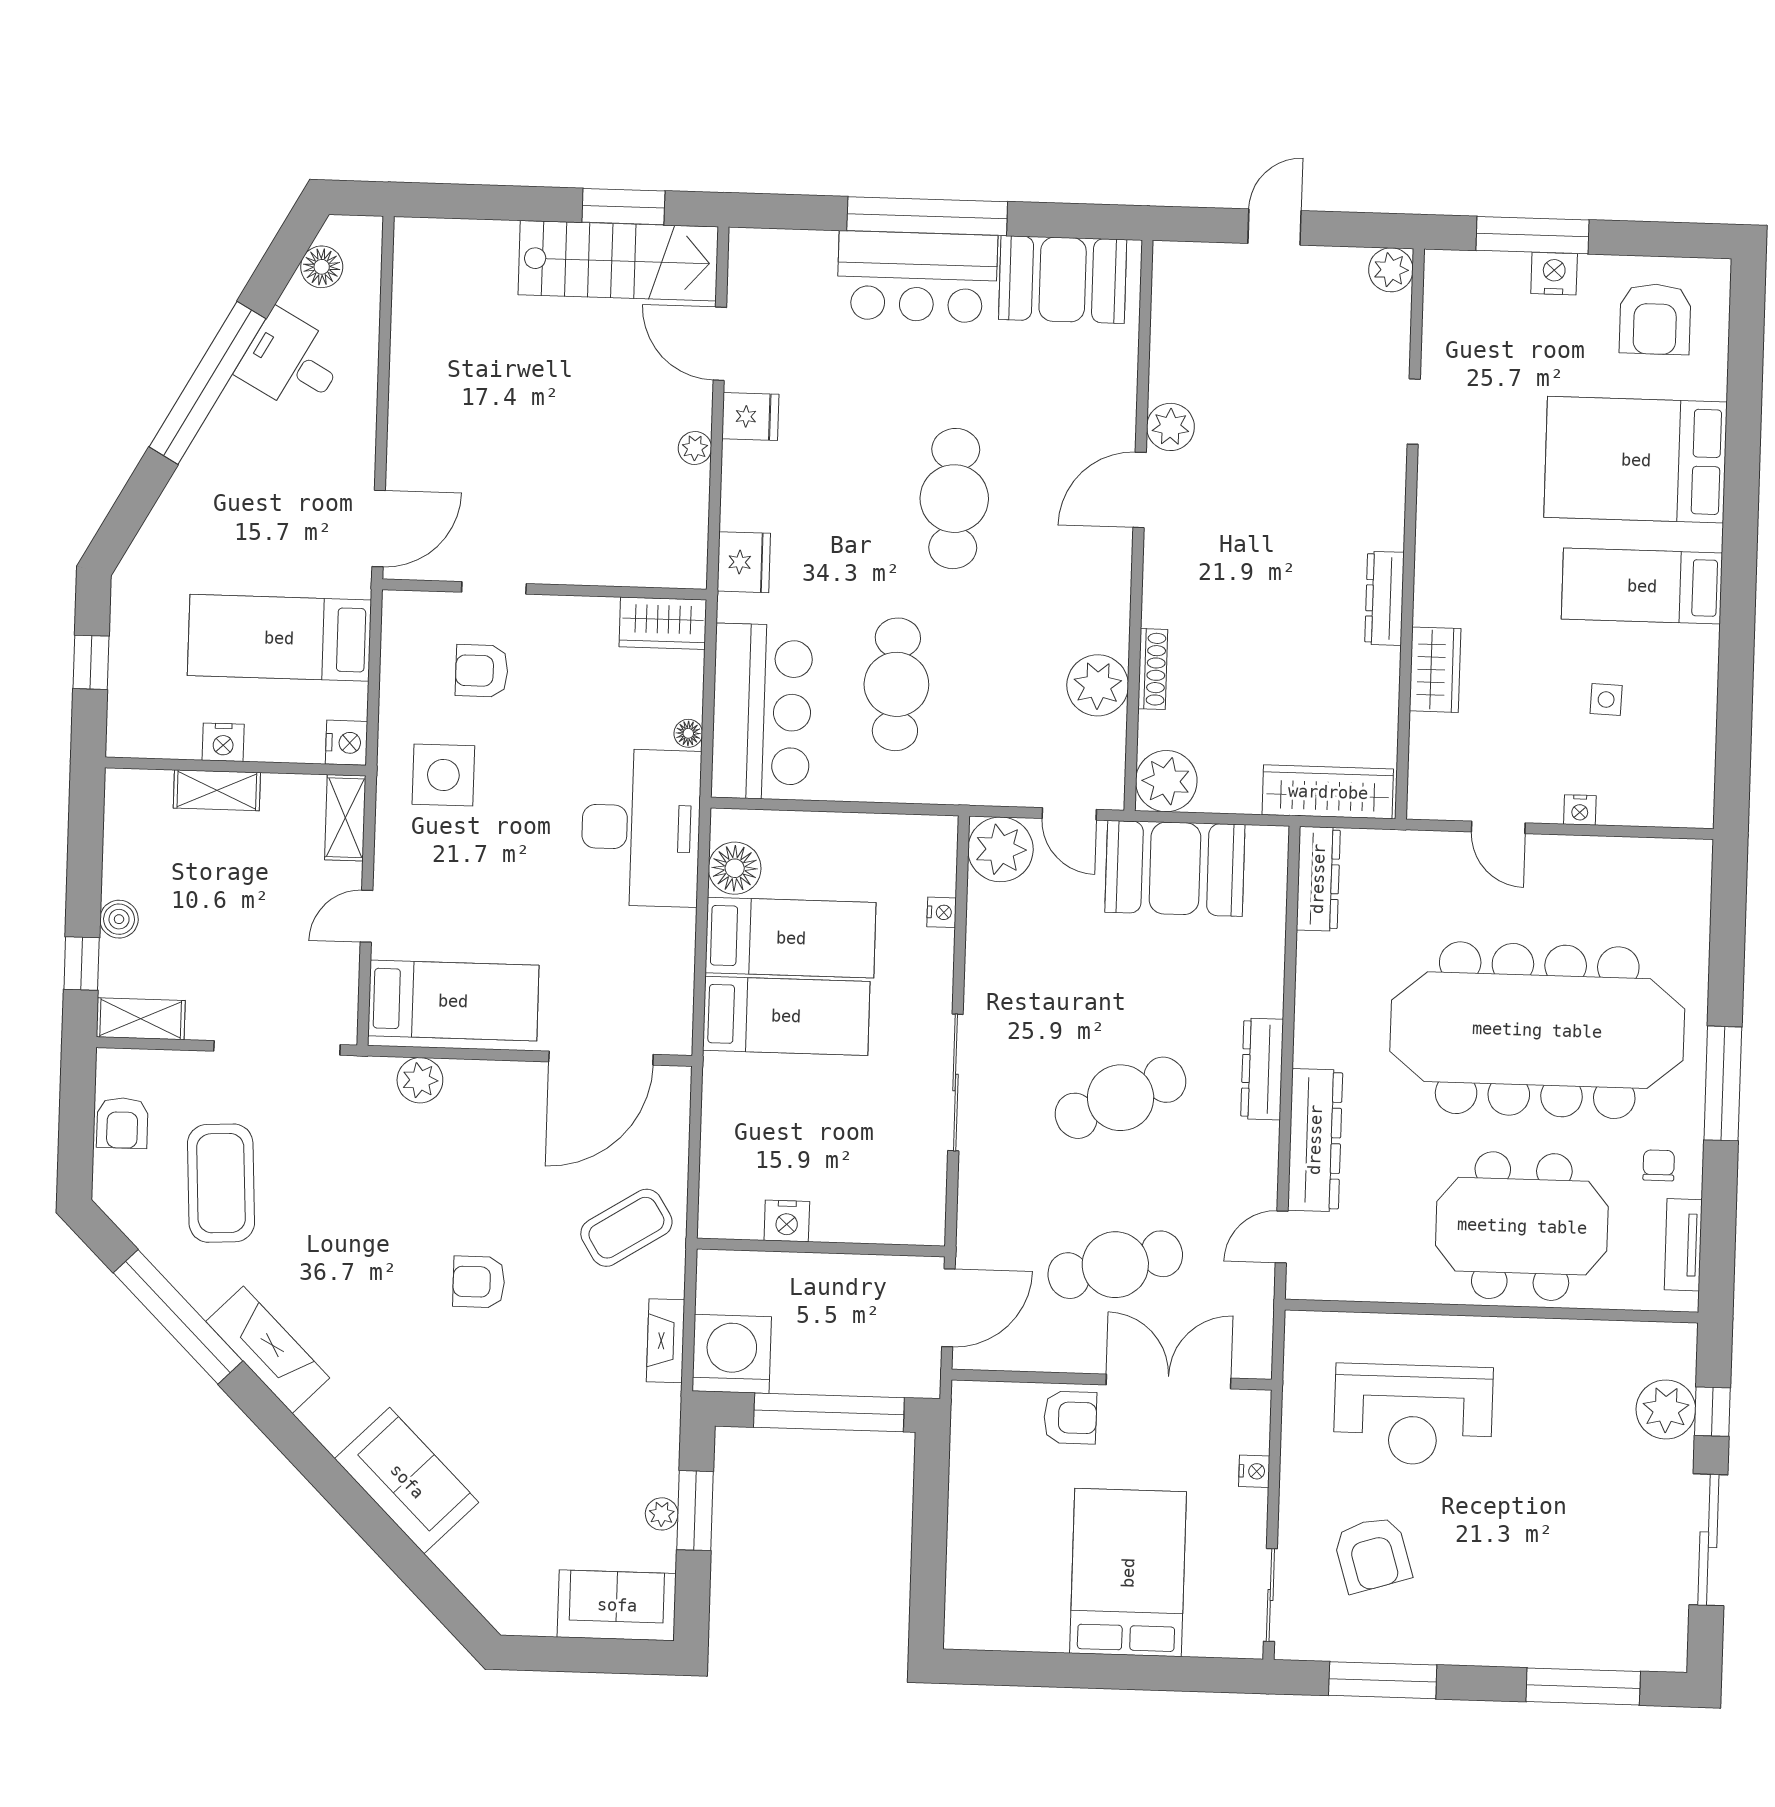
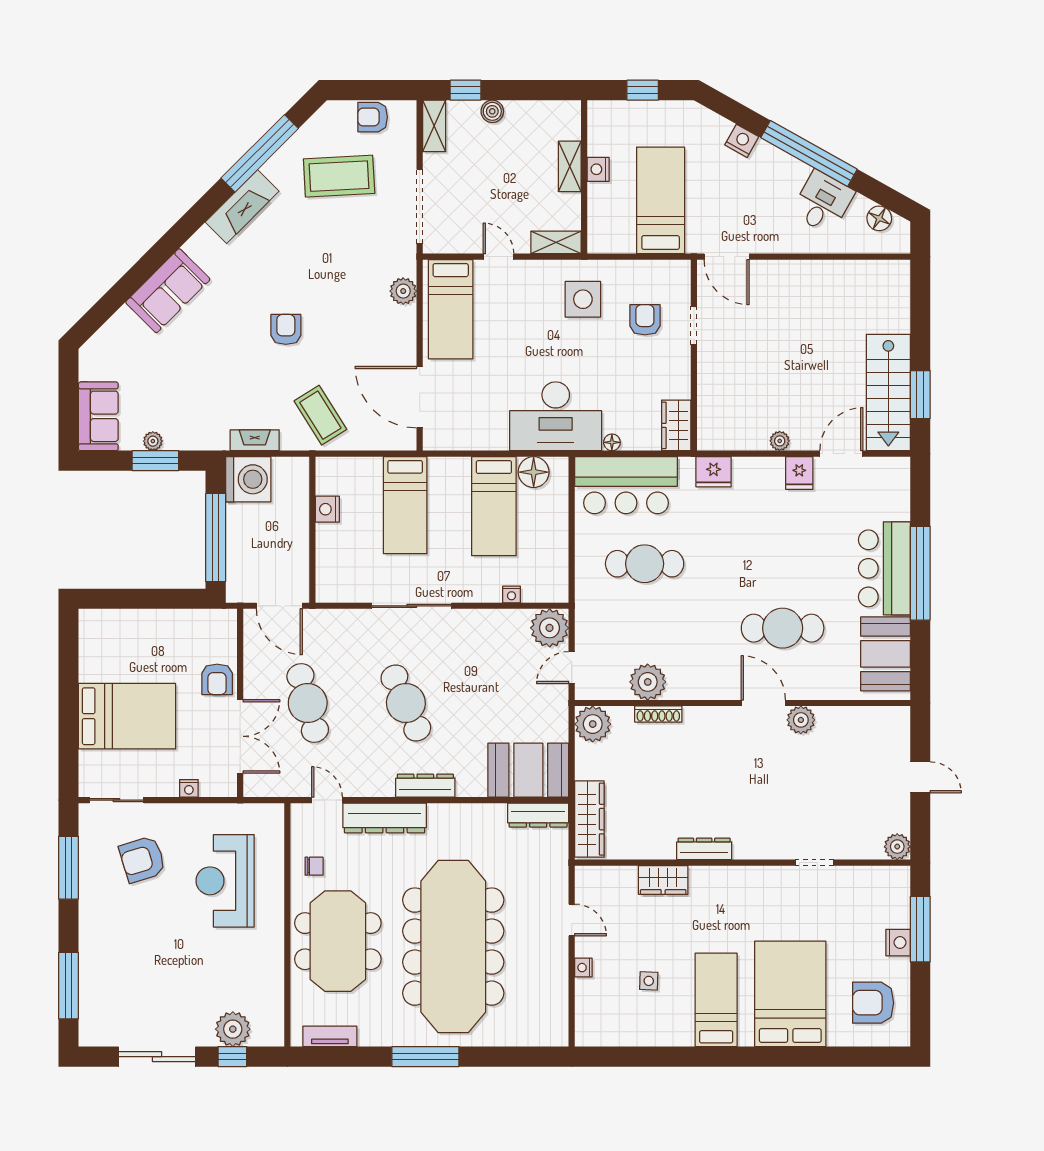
cafe table: (954, 499) -> (783, 628), moved
nightstand: (347, 743) -> (742, 141), moved, turned -151
door: (1498, 827) -> (572, 920), swing flipped
booth: (1175, 868) -> (528, 770), moved, turned 90
bed: (786, 1016) -> (405, 505), moved
chair: (1659, 1165) -> (314, 866), moved

